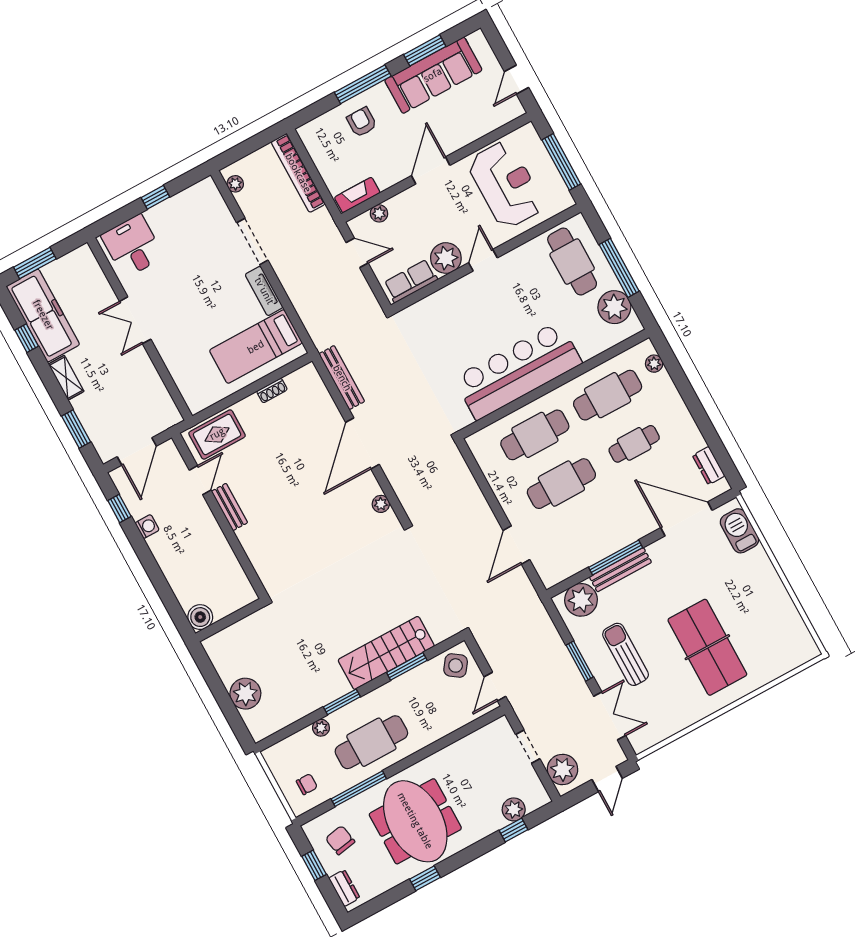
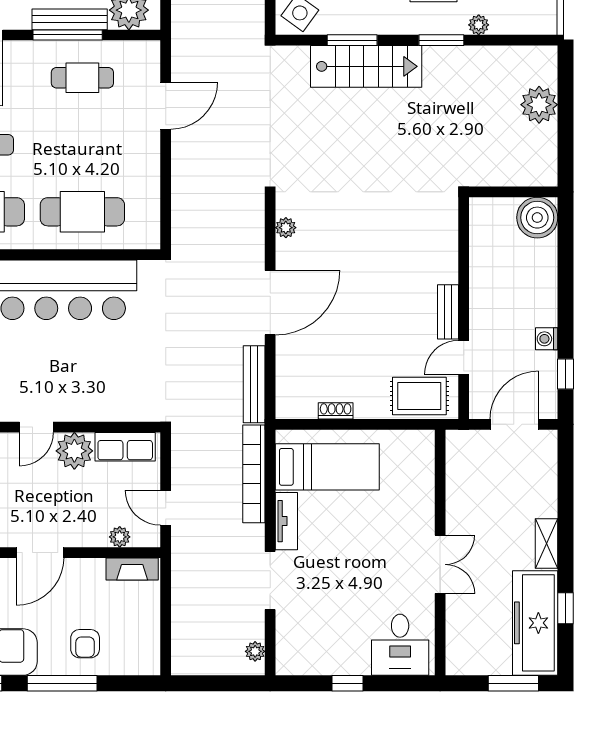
bookcase: (298, 173) -> (254, 474), moved, turned 180
window: (76, 429) -> (566, 483), removed
cafe table: (561, 484) -> (82, 78), moved, width x0.73, depth x0.74
boiler: (200, 617) -> (537, 218), width x1.37, depth x1.37

